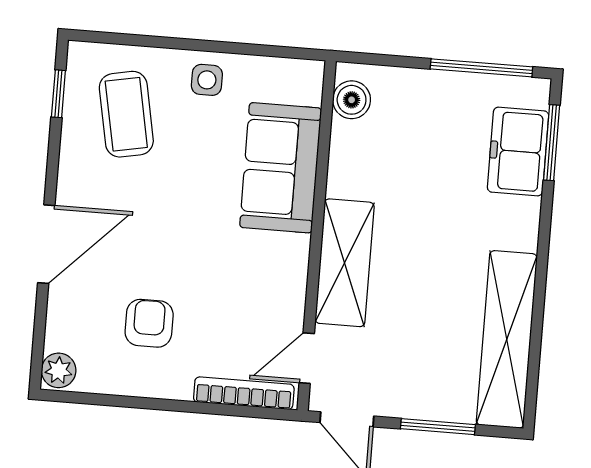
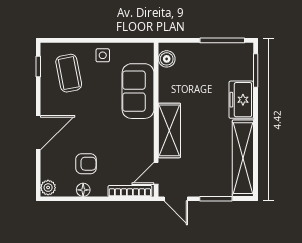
freezer: (518, 152) -> (241, 100), moved
armchair: (149, 323) -> (86, 164), turned 90
floor lamp: (138, 382) -> (83, 190), added

